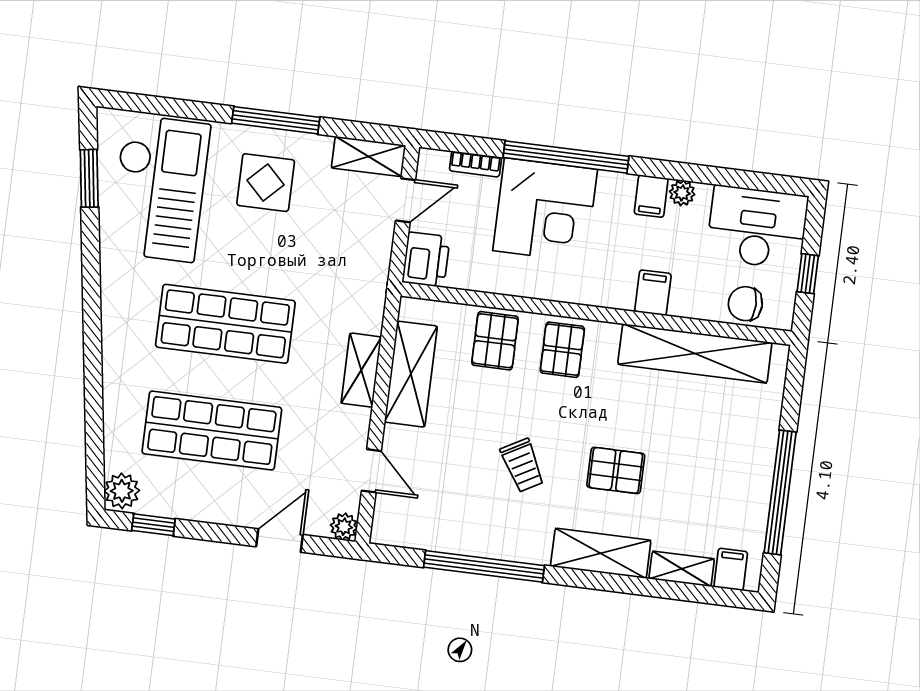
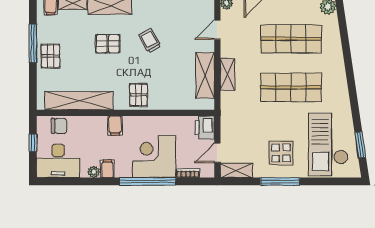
filing cabinet: (653, 293) -> (115, 126), moved
pallet: (495, 341) -> (51, 56), moved
door: (371, 471) -> (217, 30), hinge flipped
window: (780, 492) -> (33, 43), width x0.68

